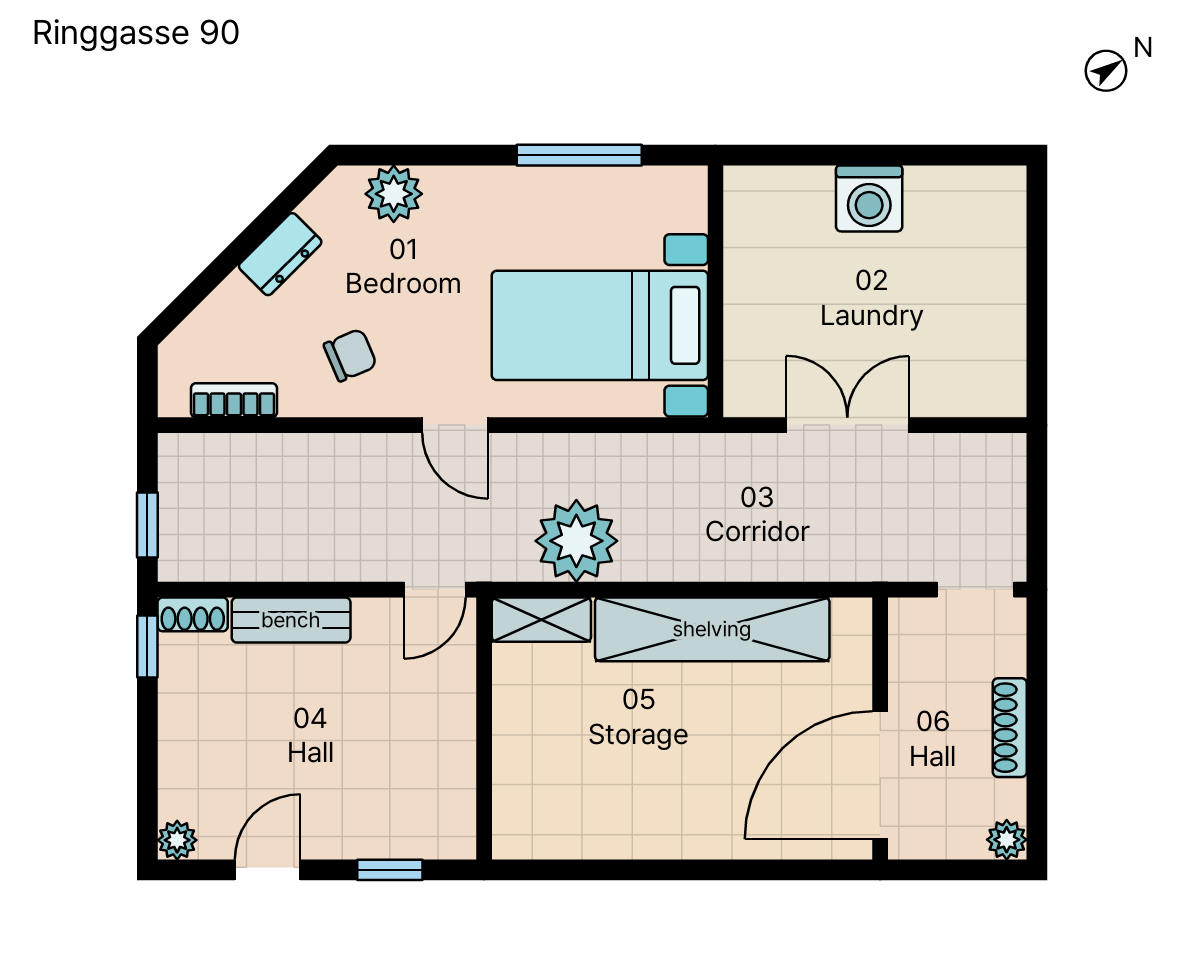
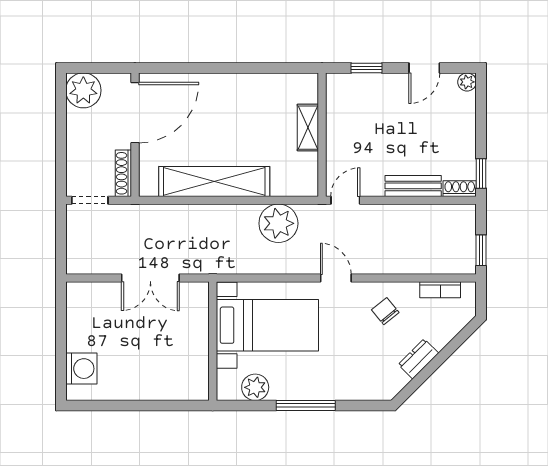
window: (579, 155) -> (306, 406), moved
plant: (394, 194) -> (255, 387), moved
washing machine: (869, 198) -> (81, 369), moved, turned 90
chair: (350, 355) -> (385, 311), turned 74
window: (147, 525) -> (481, 250), moved
shelving: (541, 620) -> (308, 128), moved, turned 90
shoe rack: (1010, 728) -> (123, 173), moved, turned 180
plant: (1007, 840) -> (83, 90), width x1.88, depth x1.88

